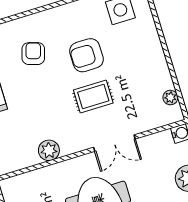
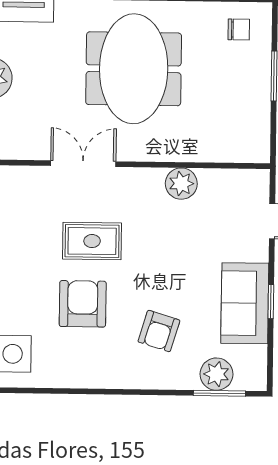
armchair: (86, 55) -> (83, 304), turned -90

